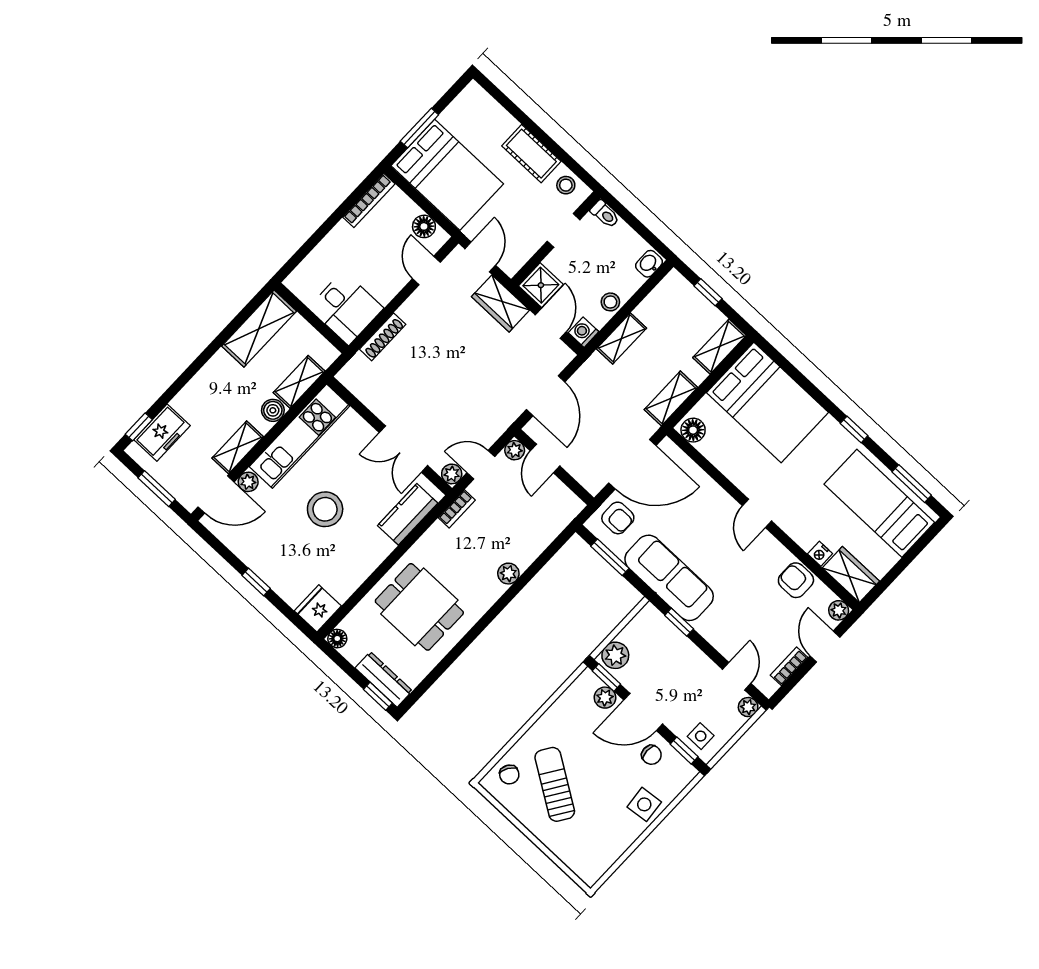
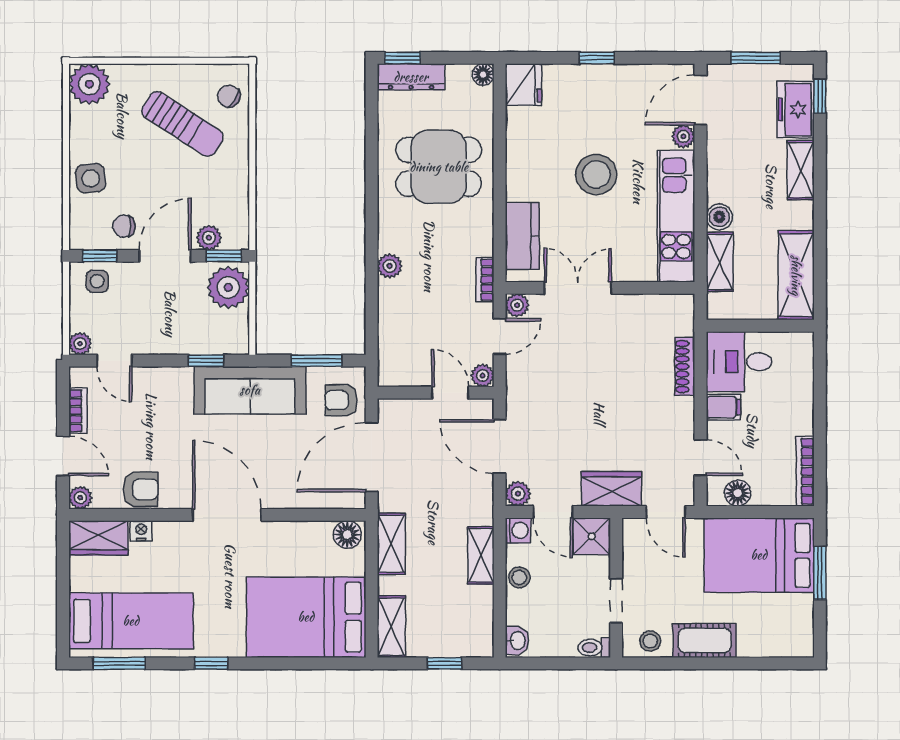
filing cabinet: (382, 289) -> (724, 407), added
plant: (562, 355) -> (518, 494), added
shelving: (238, 447) -> (801, 170), moved
door: (757, 513) -> (227, 515), width x1.88
plant: (615, 655) -> (228, 287), width x1.36, depth x1.36
plant: (590, 864) -> (89, 84), added

